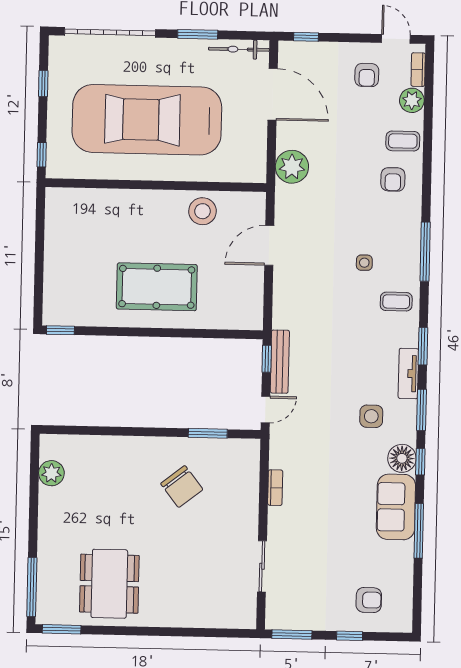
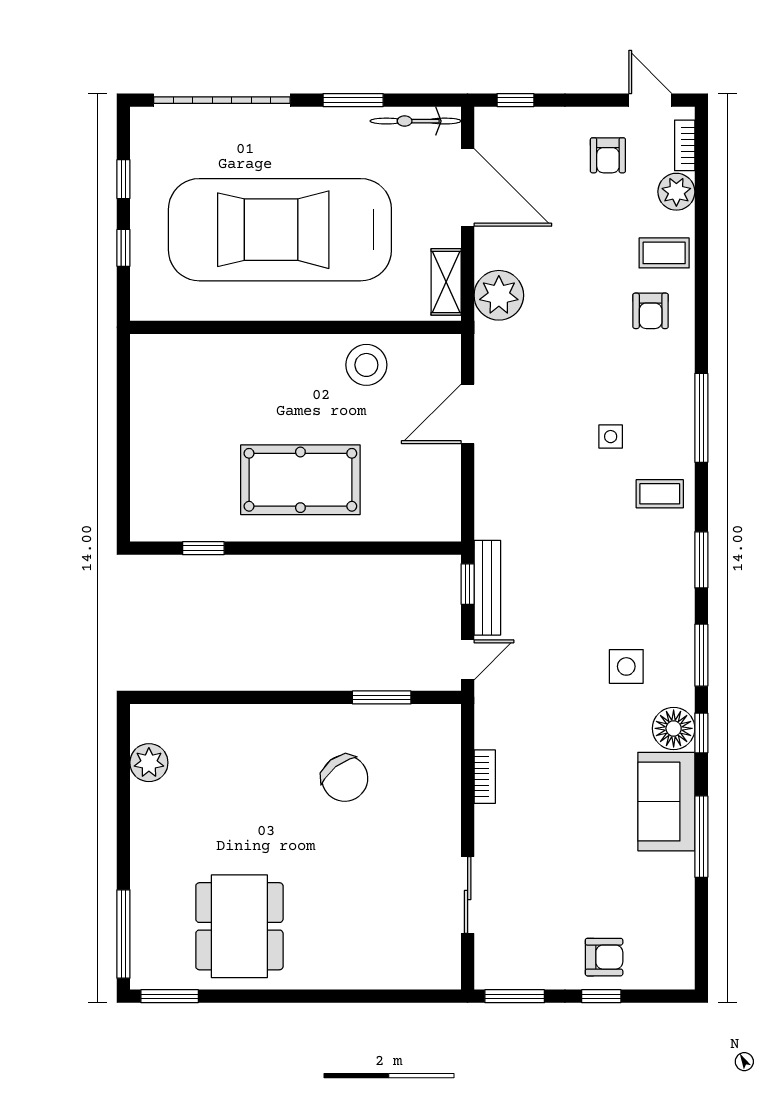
window: (42, 155) -> (123, 248), moved
shelving: (257, 157) -> (446, 282), added
window: (60, 330) -> (203, 548), moved
tv unit: (408, 374) -> (680, 601), removed
armchair: (369, 600) -> (604, 957), moved

